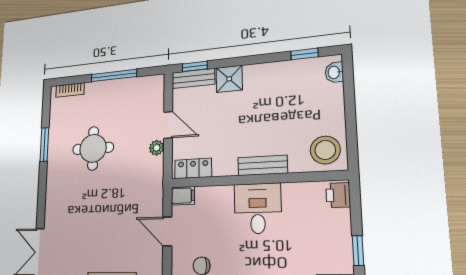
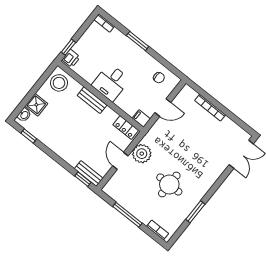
shower: (229, 79) -> (36, 105), moved
plant: (157, 148) -> (142, 154), width x1.88, depth x1.88
door: (167, 231) -> (163, 108), hinge flipped
window: (358, 251) -> (68, 47), moved

